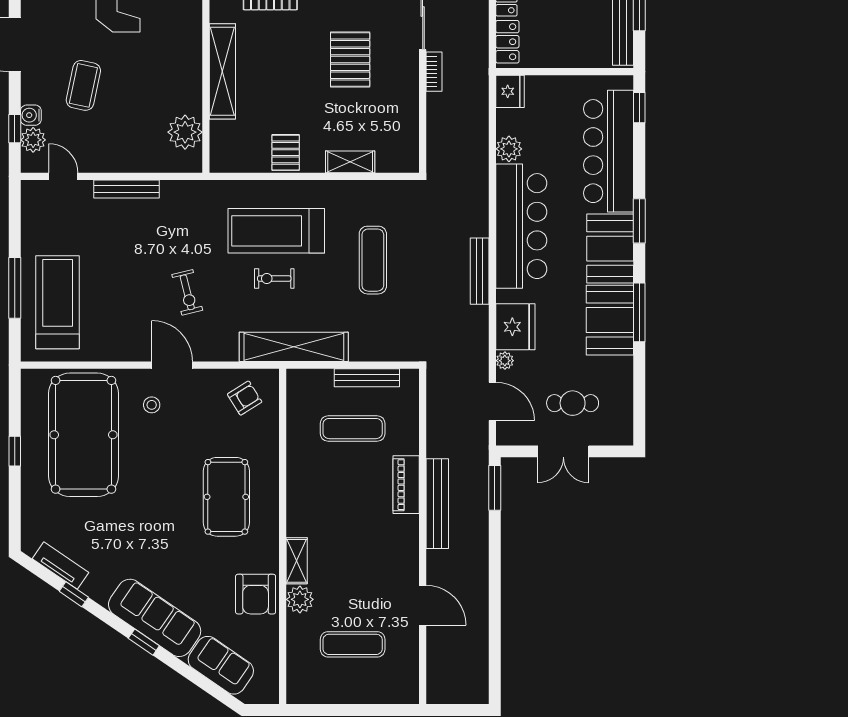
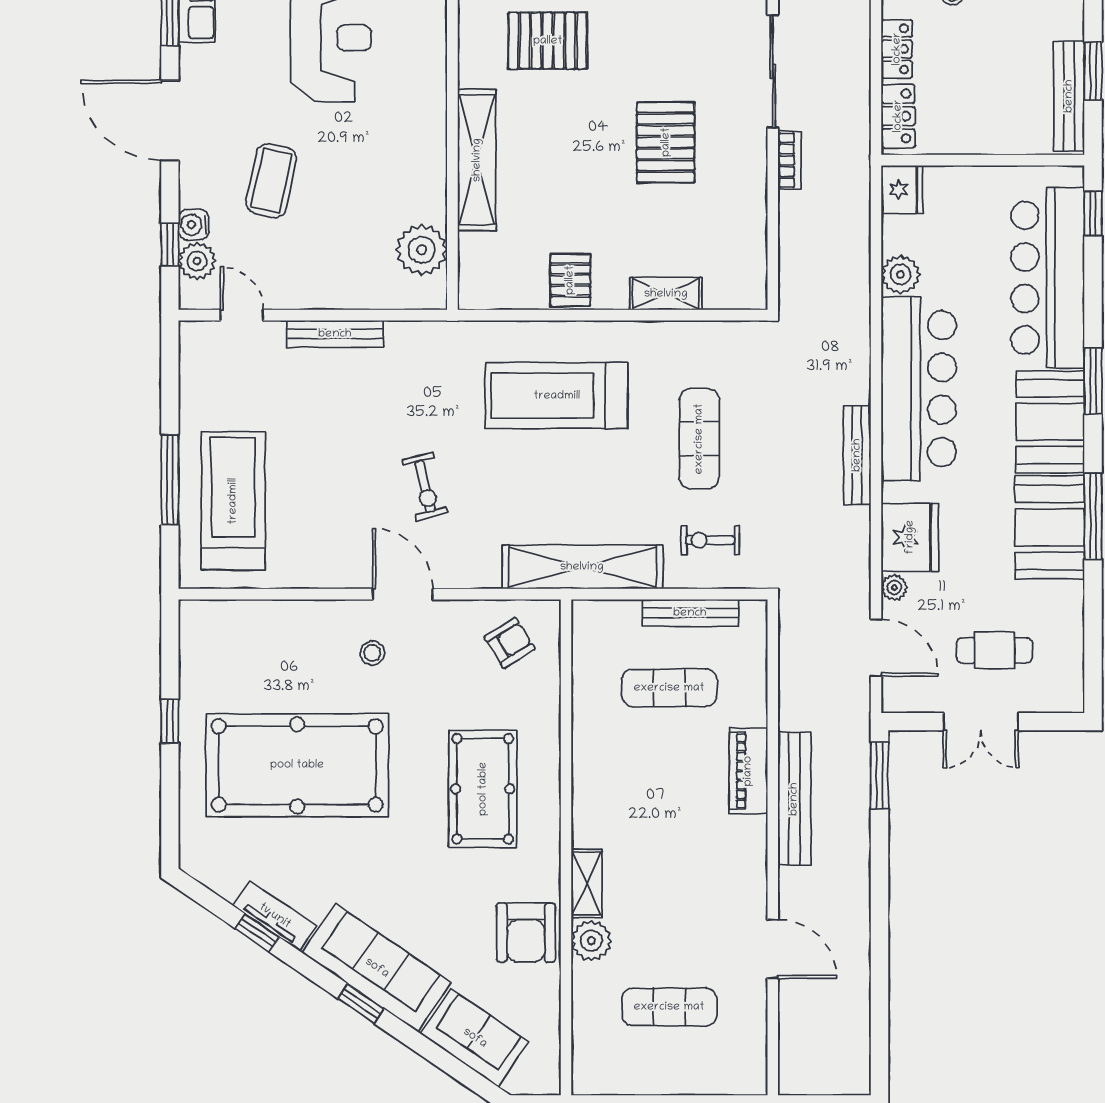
exercise bike: (274, 279) -> (710, 540), moved
pool table: (83, 435) -> (297, 765), moved, turned 90
tv unit: (61, 566) -> (275, 916), moved

